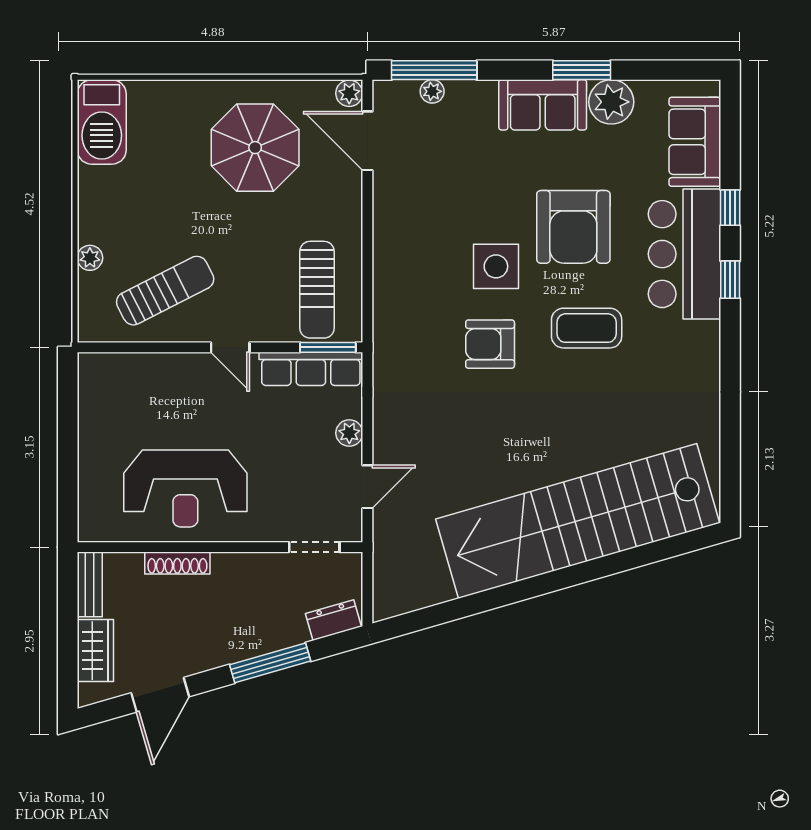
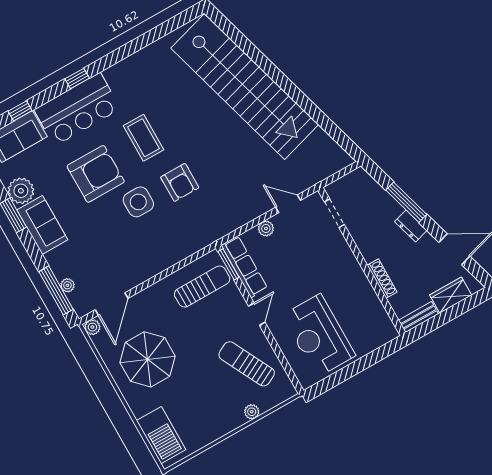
barbecue: (102, 122) -> (161, 435), moved, turned 90
window: (730, 208) -> (20, 111), moved
reception desk: (185, 488) -> (319, 335), moved, turned 180
dresser: (333, 620) -> (411, 226), moved

